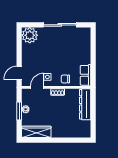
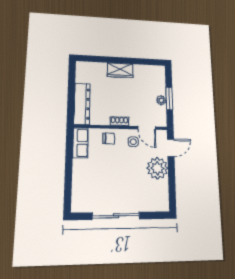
plant: (30, 35) -> (157, 168), moved
door: (37, 87) -> (147, 128), hinge flipped
wardrobe: (36, 132) -> (120, 70), moved, width x0.67

